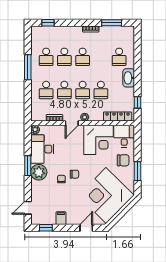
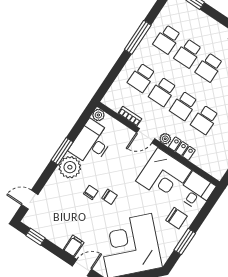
locker: (118, 116) -> (182, 149), moved, width x0.66
filing cabinet: (61, 218) -> (74, 246), moved

